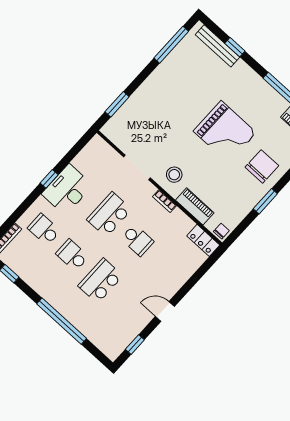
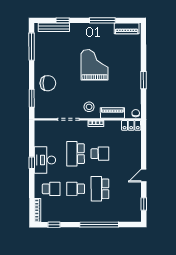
grand piano: (225, 132) -> (95, 65), turned -90
chair: (262, 166) -> (48, 83), moved, turned 90
school desk: (44, 229) -> (51, 189), turned 180

